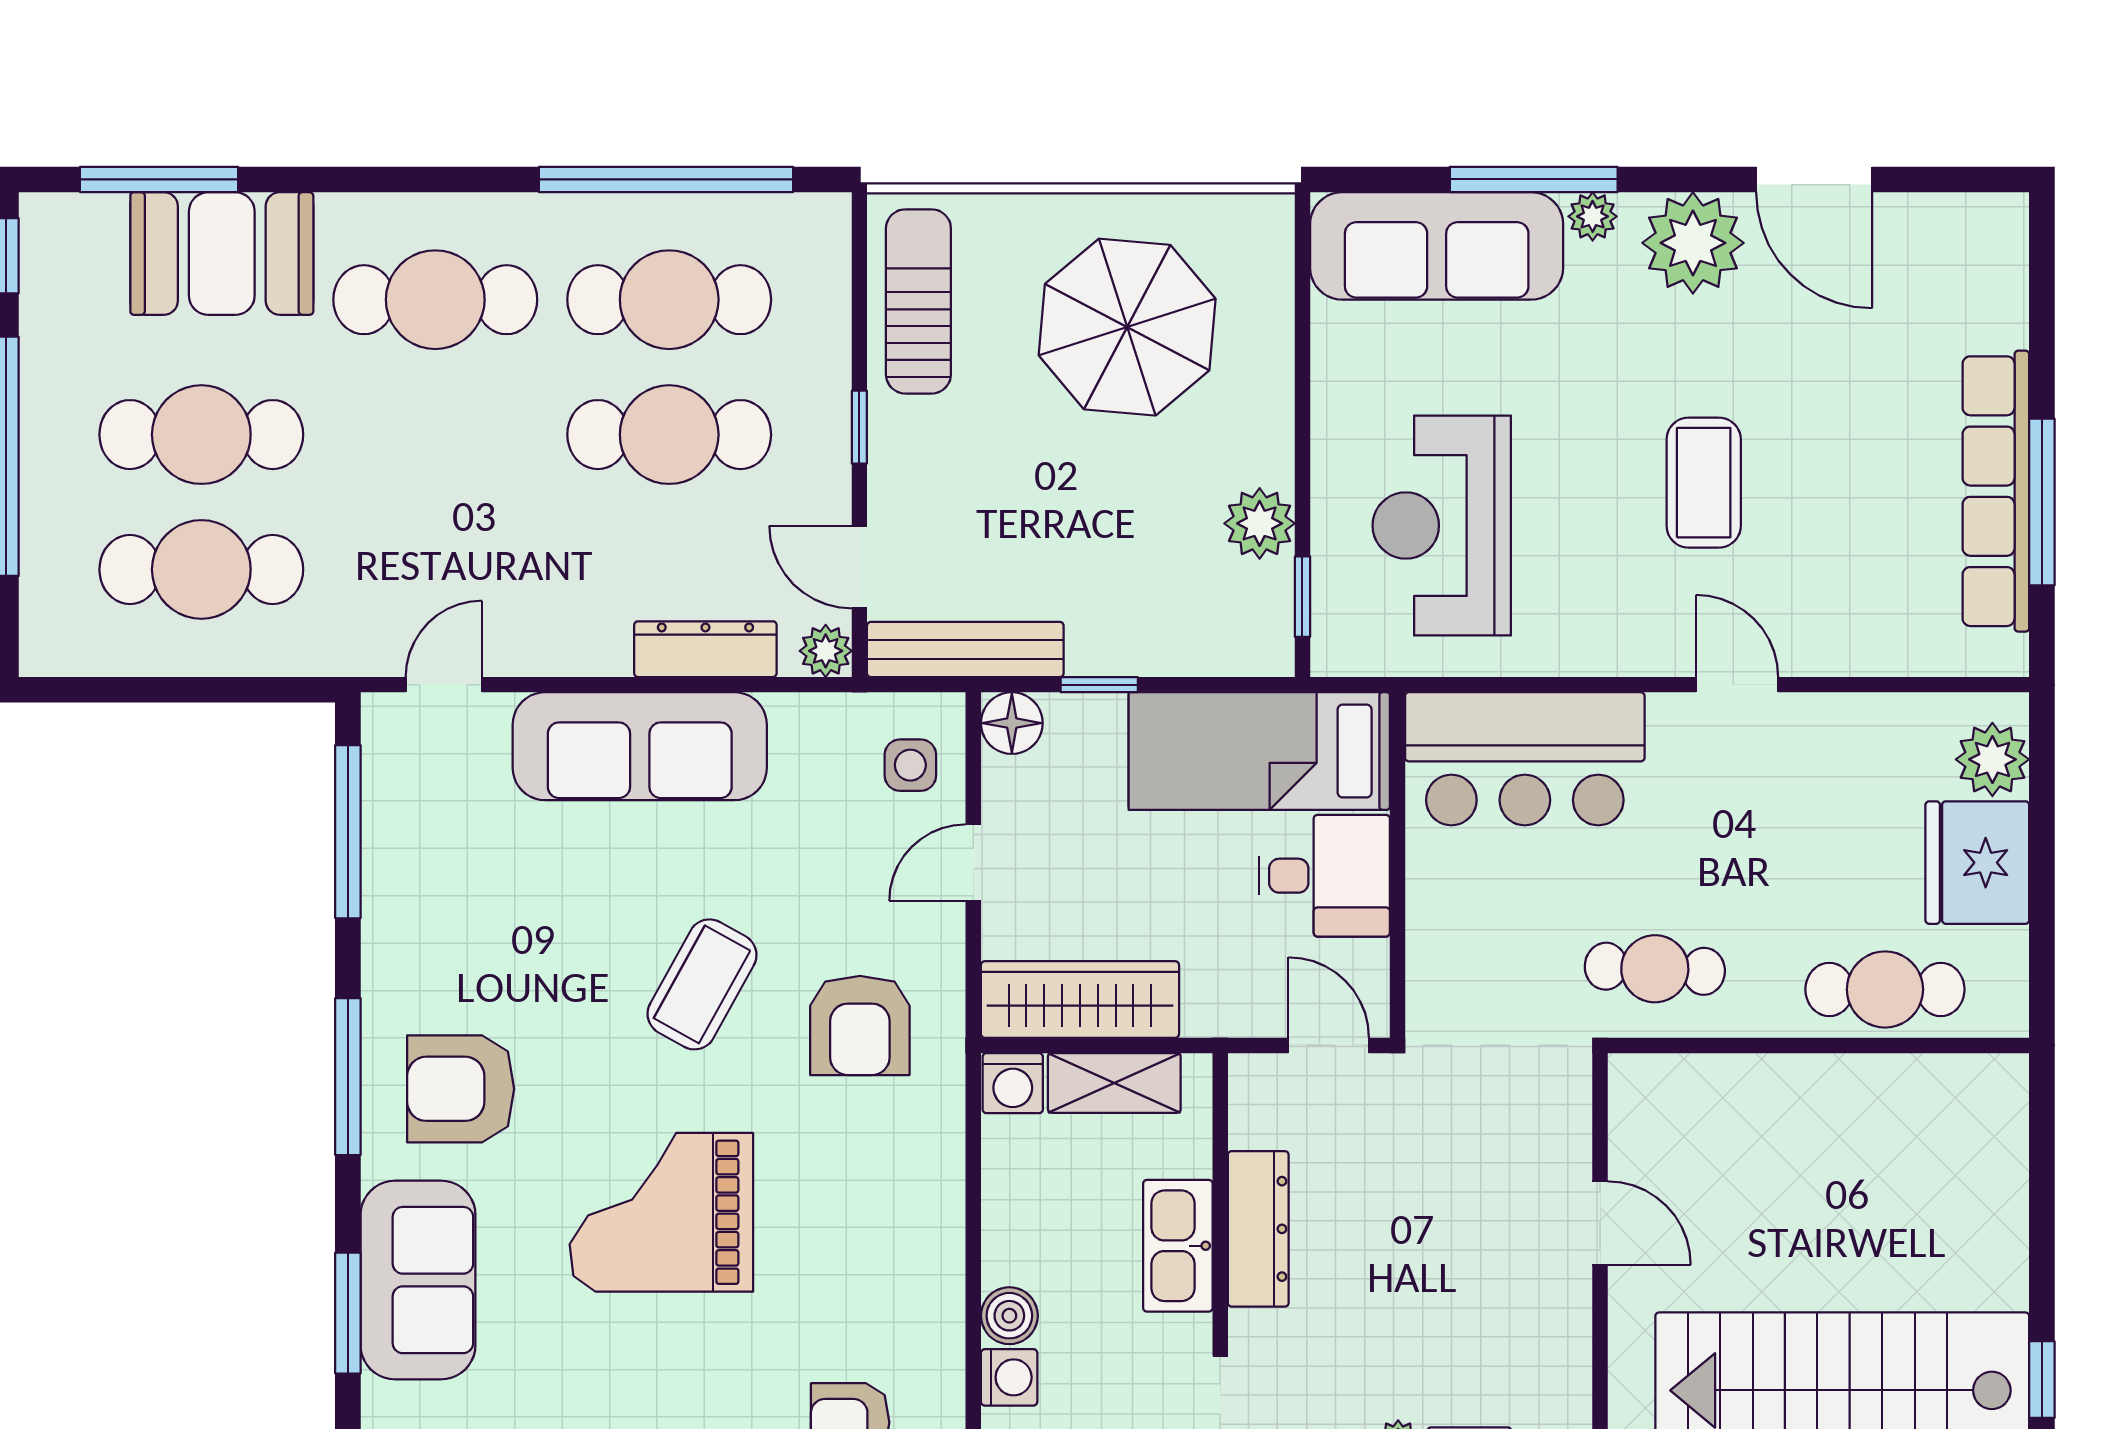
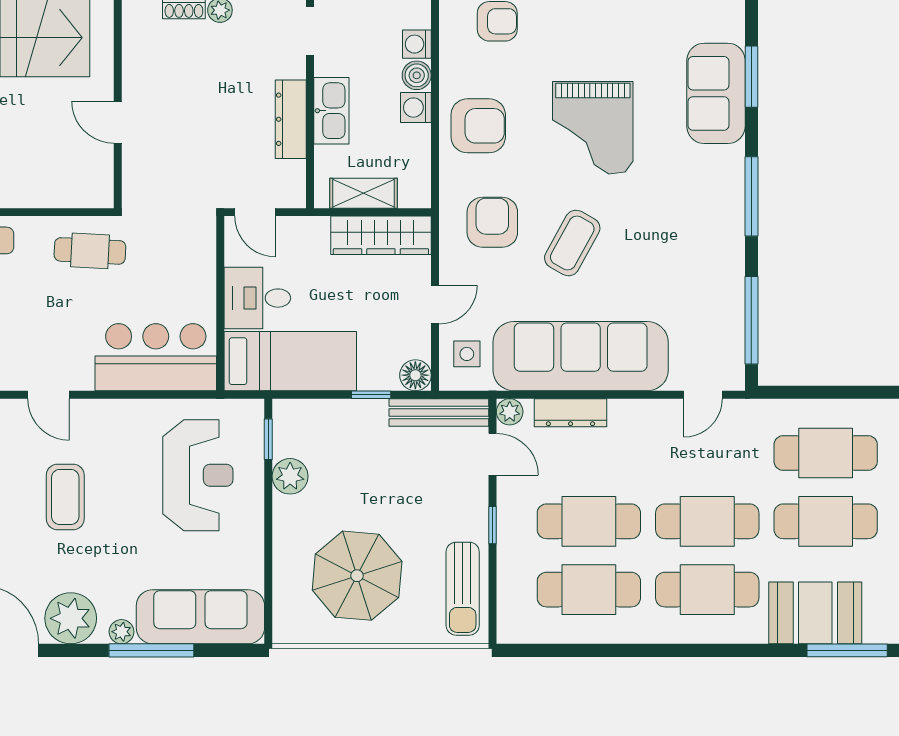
window: (666, 179) -> (590, 650), removed
cafe table: (435, 435) -> (707, 521), added
sofa: (640, 746) -> (581, 356), width x1.36, depth x1.27
washing machine: (1013, 1083) -> (416, 108), moved, turned -90
armchair: (461, 1089) -> (478, 126), moved
grand piano: (661, 1212) -> (593, 128), turned 90

